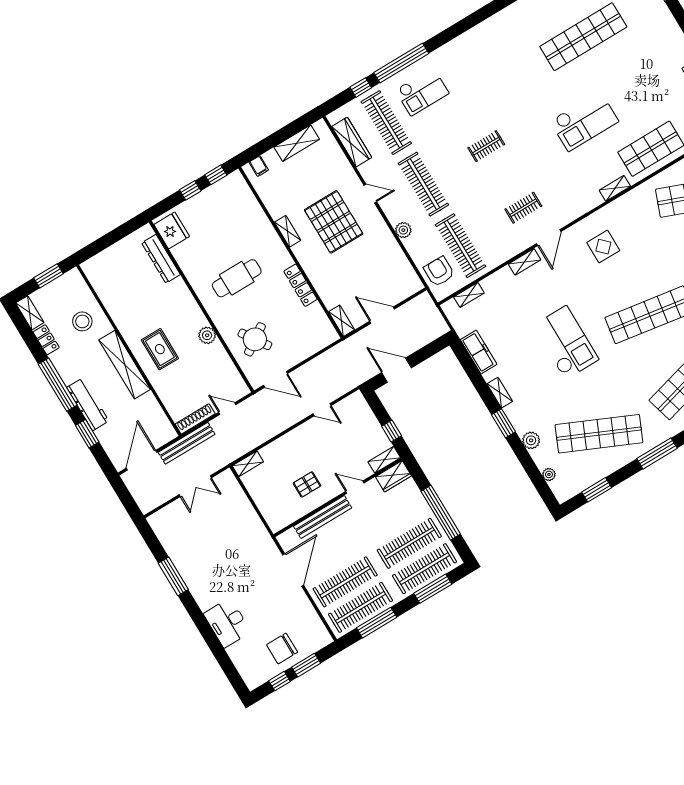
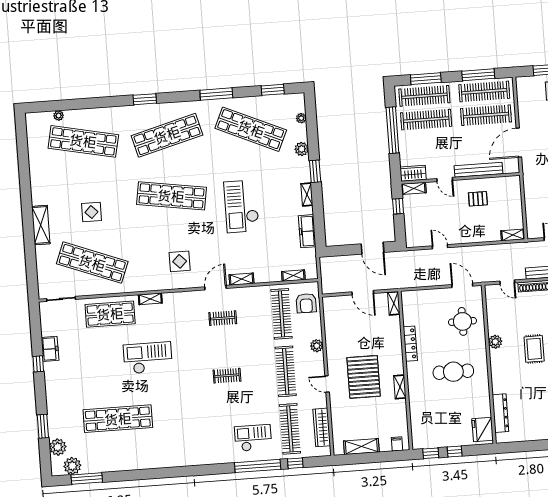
round table: (255, 339) -> (462, 321), turned 34

